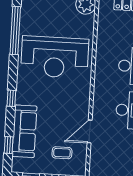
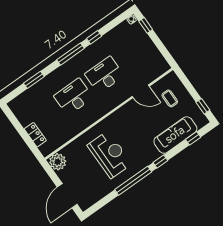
window: (15, 31) -> (133, 181), moved
reception desk: (55, 57) -> (110, 154), width x0.74, depth x0.77

